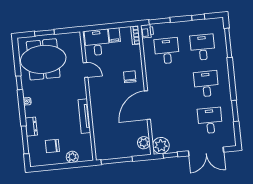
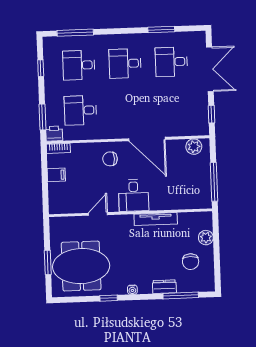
desk: (97, 42) -> (134, 195), moved, turned -90
meeting table: (43, 59) -> (81, 266), turned 90
plant: (161, 145) -> (199, 125), removed

